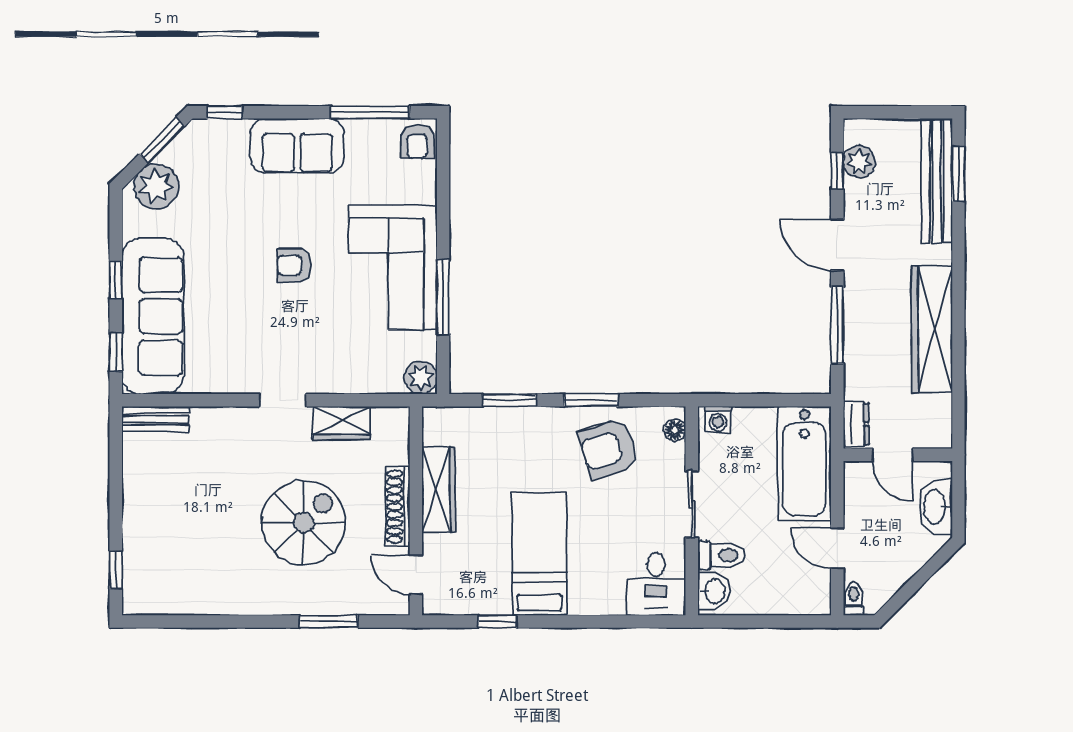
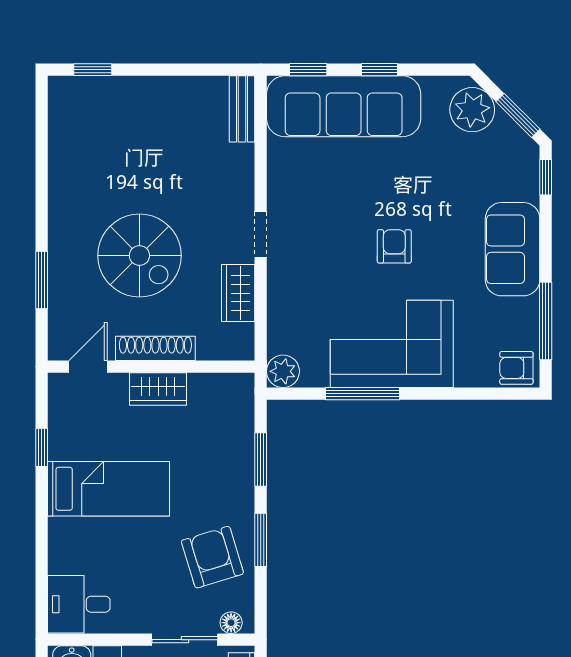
wardrobe: (439, 490) -> (158, 389), width x0.67
sliding door: (692, 504) -> (185, 640), moved

